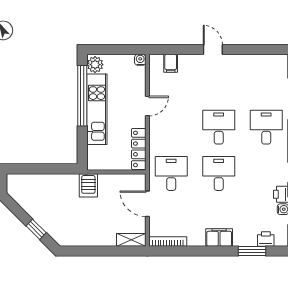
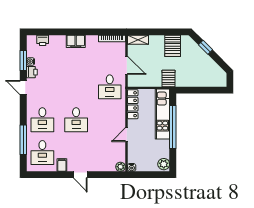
plant: (156, 61) -> (120, 167), added
filing cabinet: (171, 63) -> (62, 165), moved
window: (82, 96) -> (173, 127), moved
kitchen unit: (97, 109) -> (162, 114), moved
desk: (219, 173) -> (42, 153), moved
server rack: (83, 231) -> (173, 46), added
window: (252, 251) -> (52, 32), removed

